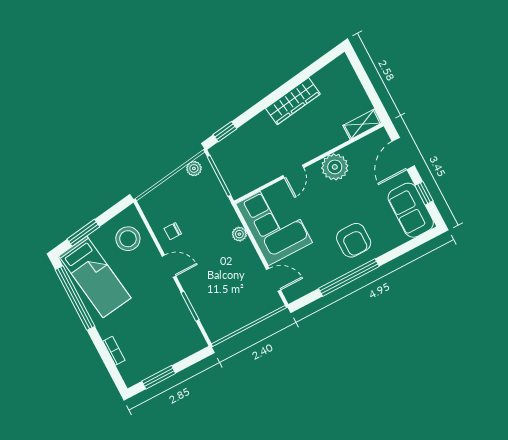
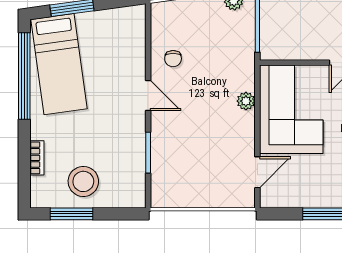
chair: (173, 231) -> (173, 59), turned -90
stool: (128, 239) -> (83, 181), moved
door: (274, 280) -> (257, 172), hinge flipped

